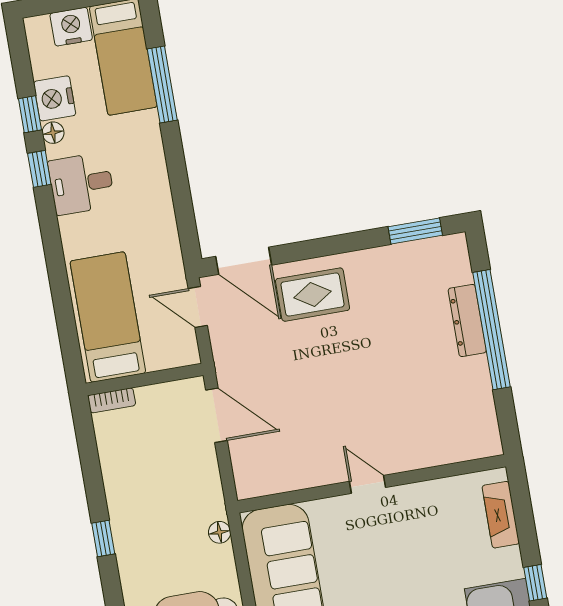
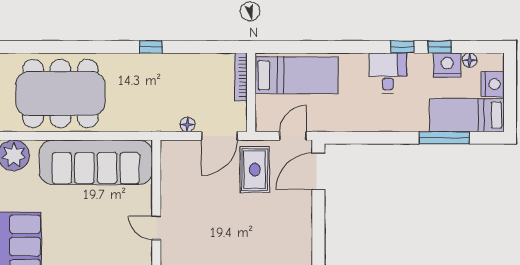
floor lamp: (53, 133) -> (470, 60), moved
rug: (312, 295) -> (255, 170), moved
bookcase: (112, 400) -> (241, 77), width x1.56
door: (368, 484) -> (156, 228), swing flipped
floor lamp: (220, 532) -> (187, 124), moved

